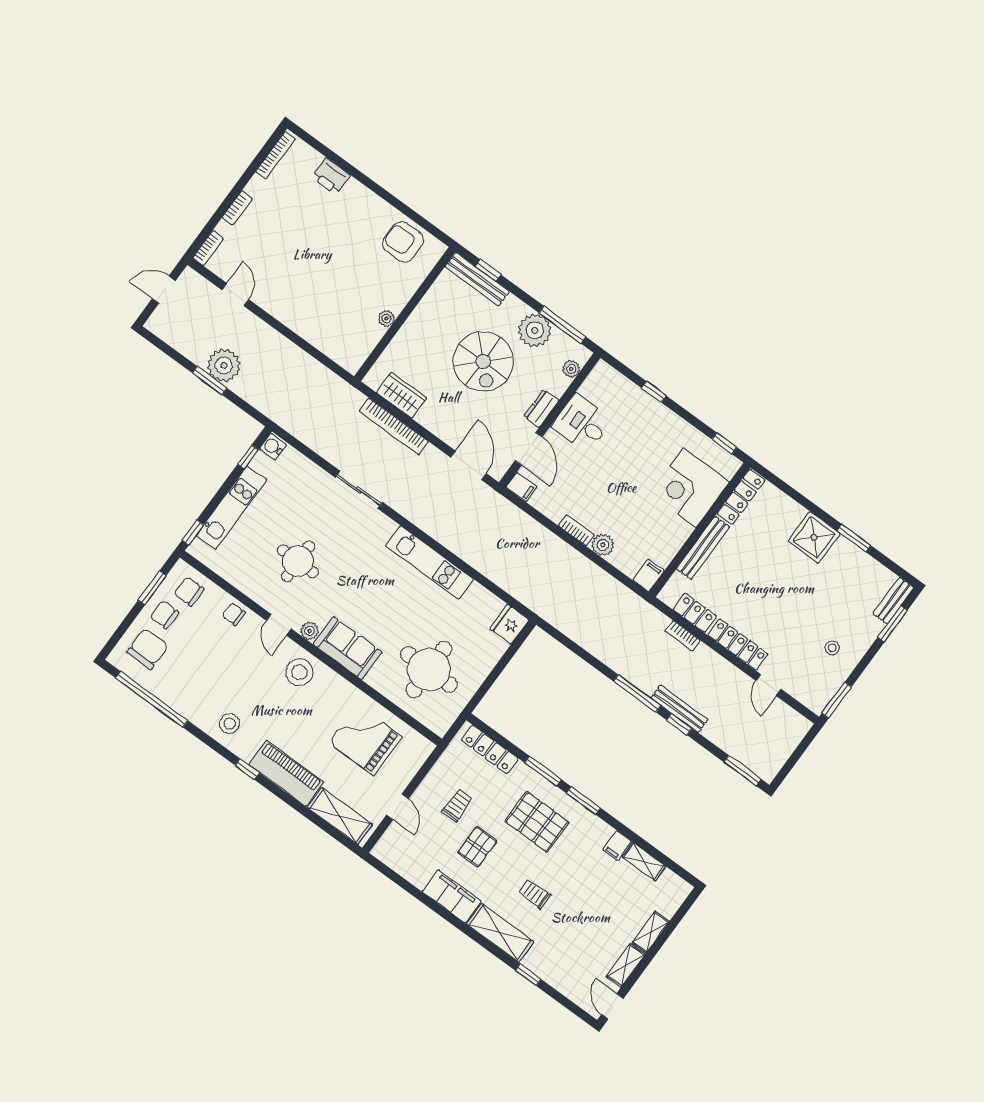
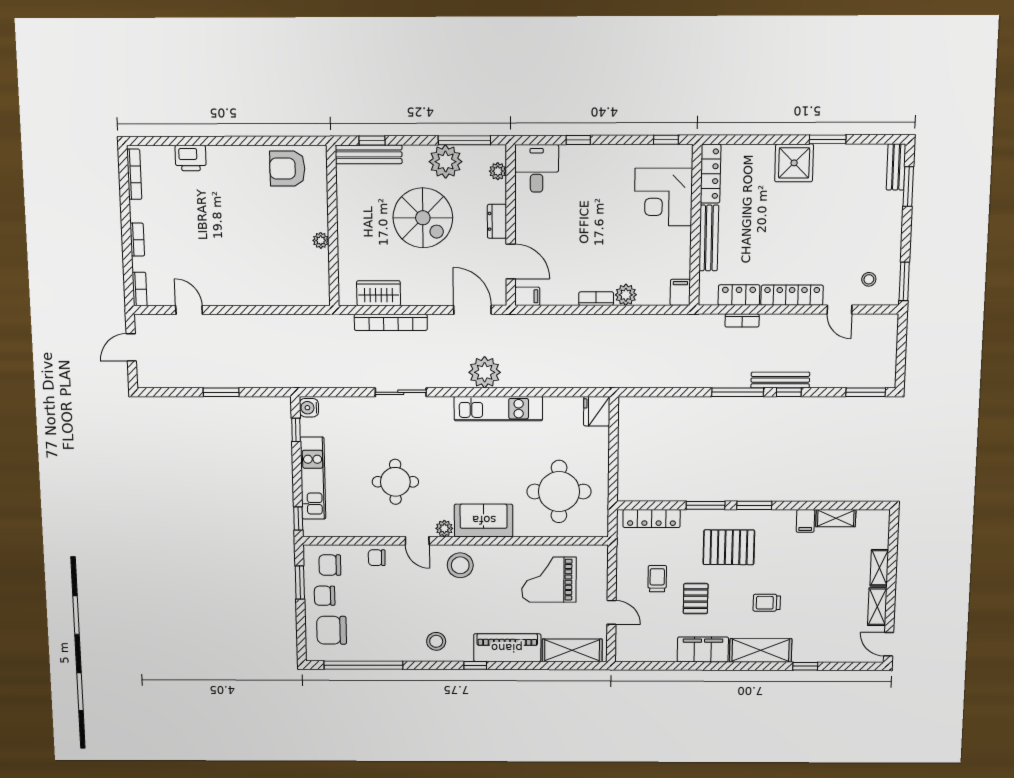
plant: (224, 365) -> (485, 372), moved
desk: (582, 423) -> (537, 168), moved, turned 90
stool: (832, 648) -> (869, 279), moved
chair: (148, 649) -> (331, 630), turned -90

